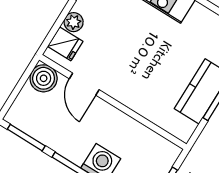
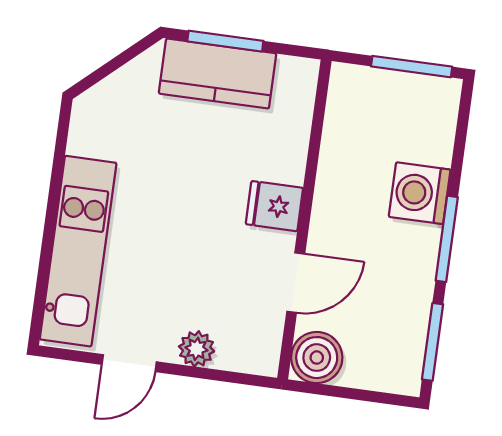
fridge: (65, 44) -> (274, 206), moved, turned -90

